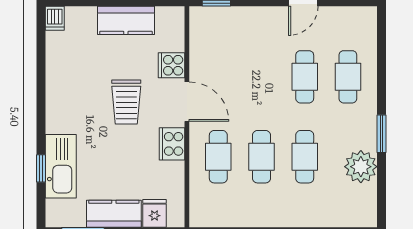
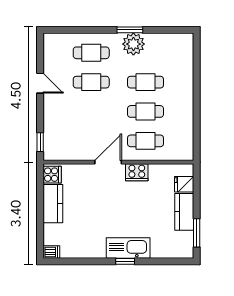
cooker: (172, 65) -> (52, 175), moved, turned -90
trolley: (126, 102) -> (108, 203), removed
kitchen sink: (61, 166) -> (128, 248), moved
plant: (361, 167) -> (133, 44), moved
window: (41, 168) -> (125, 261), moved

